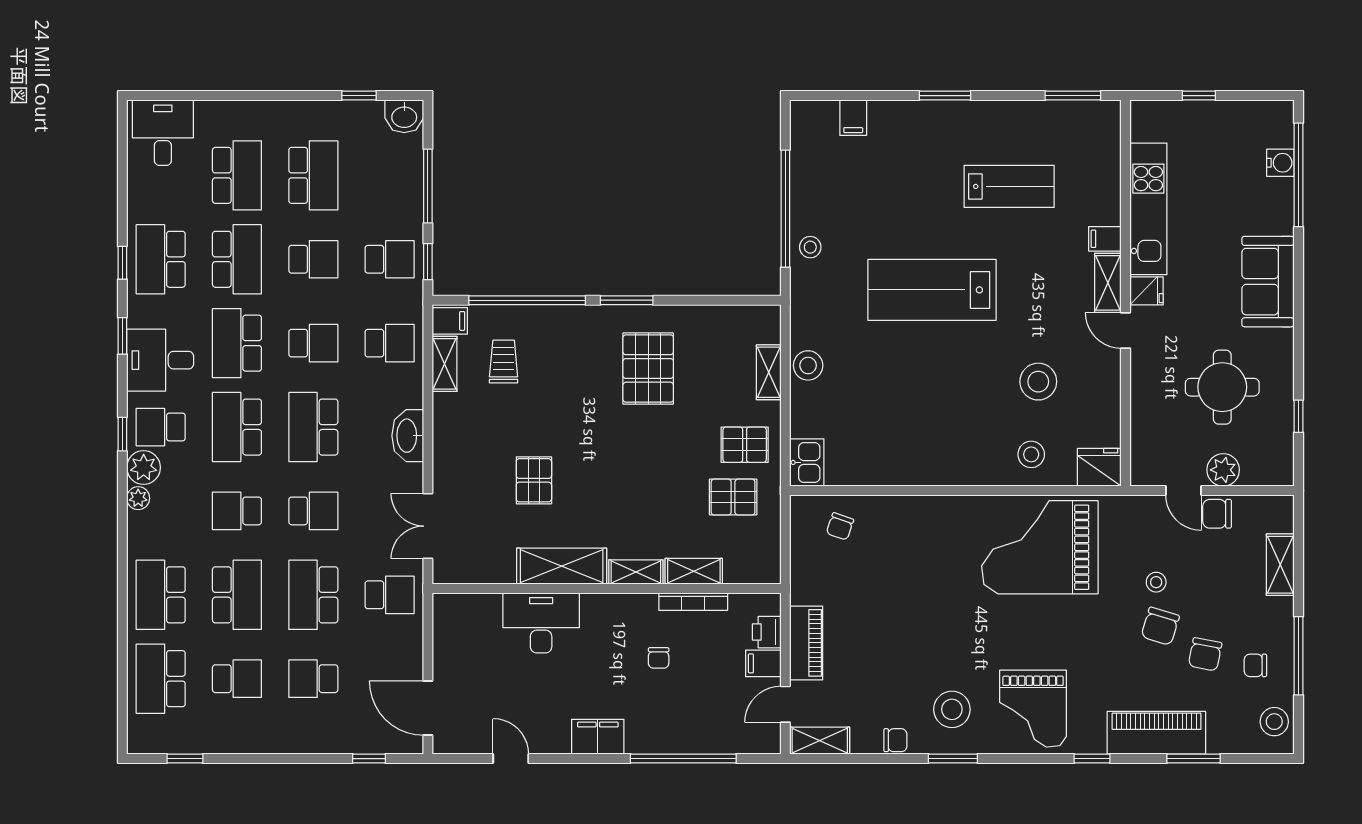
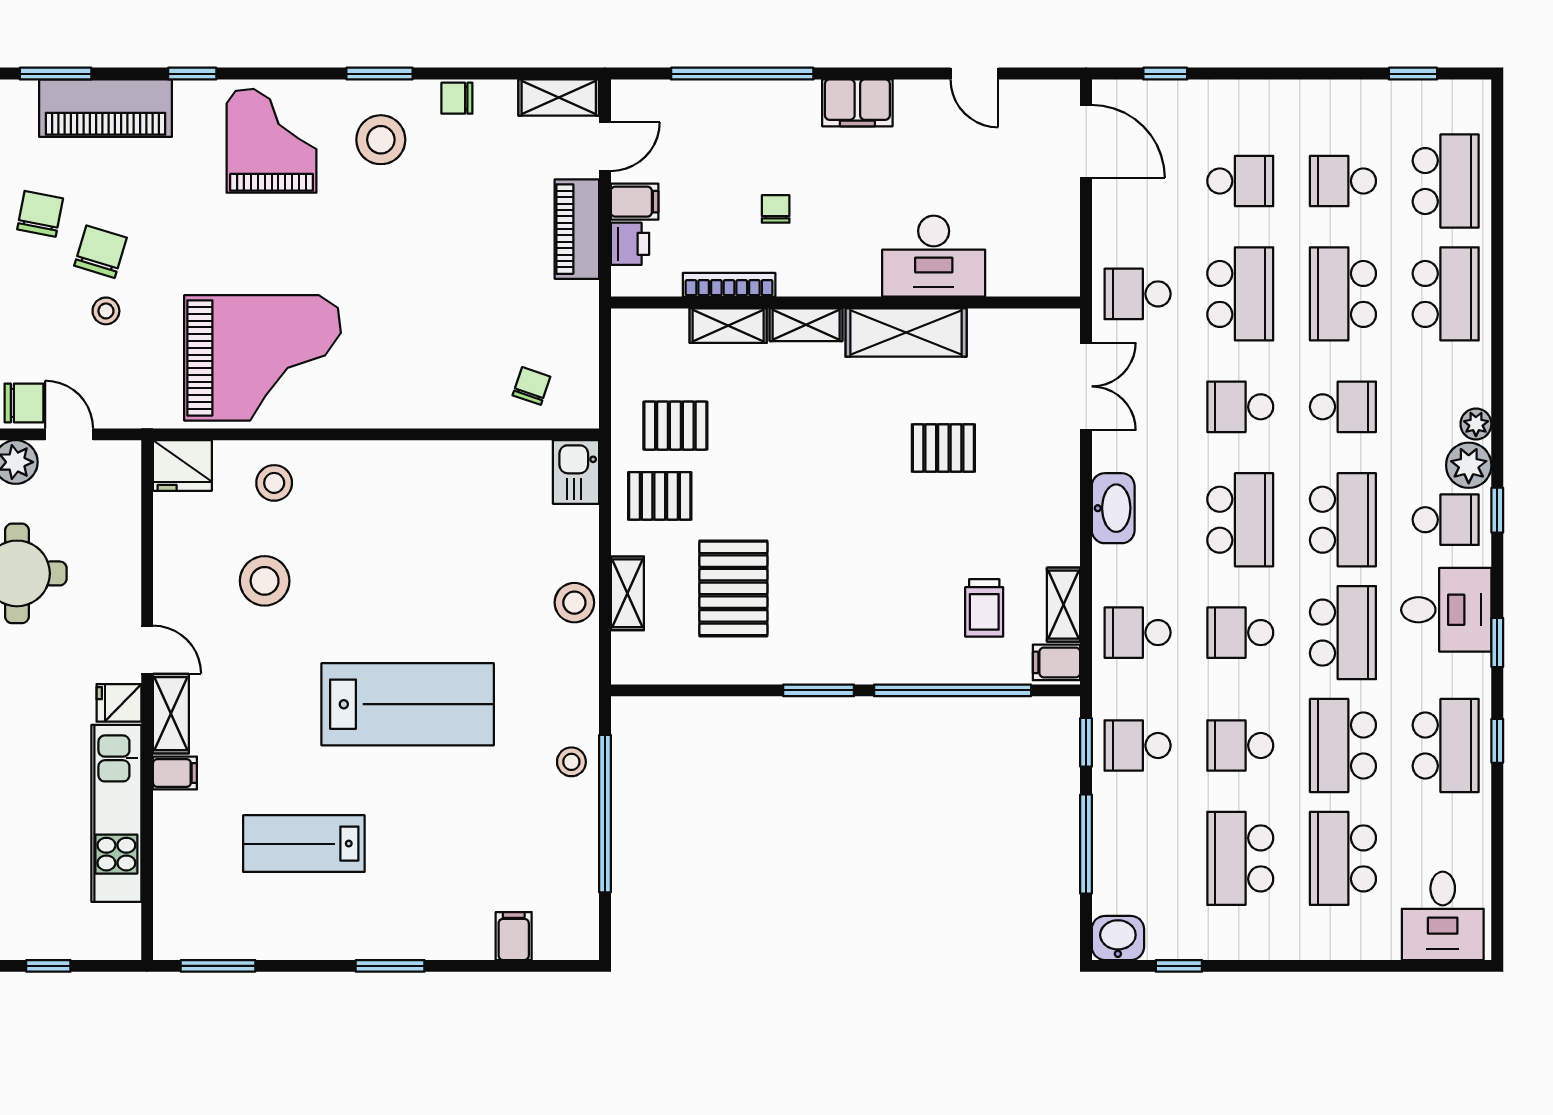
pallet: (648, 368) -> (733, 588), moved
pallet: (534, 480) -> (943, 448), turned 90

